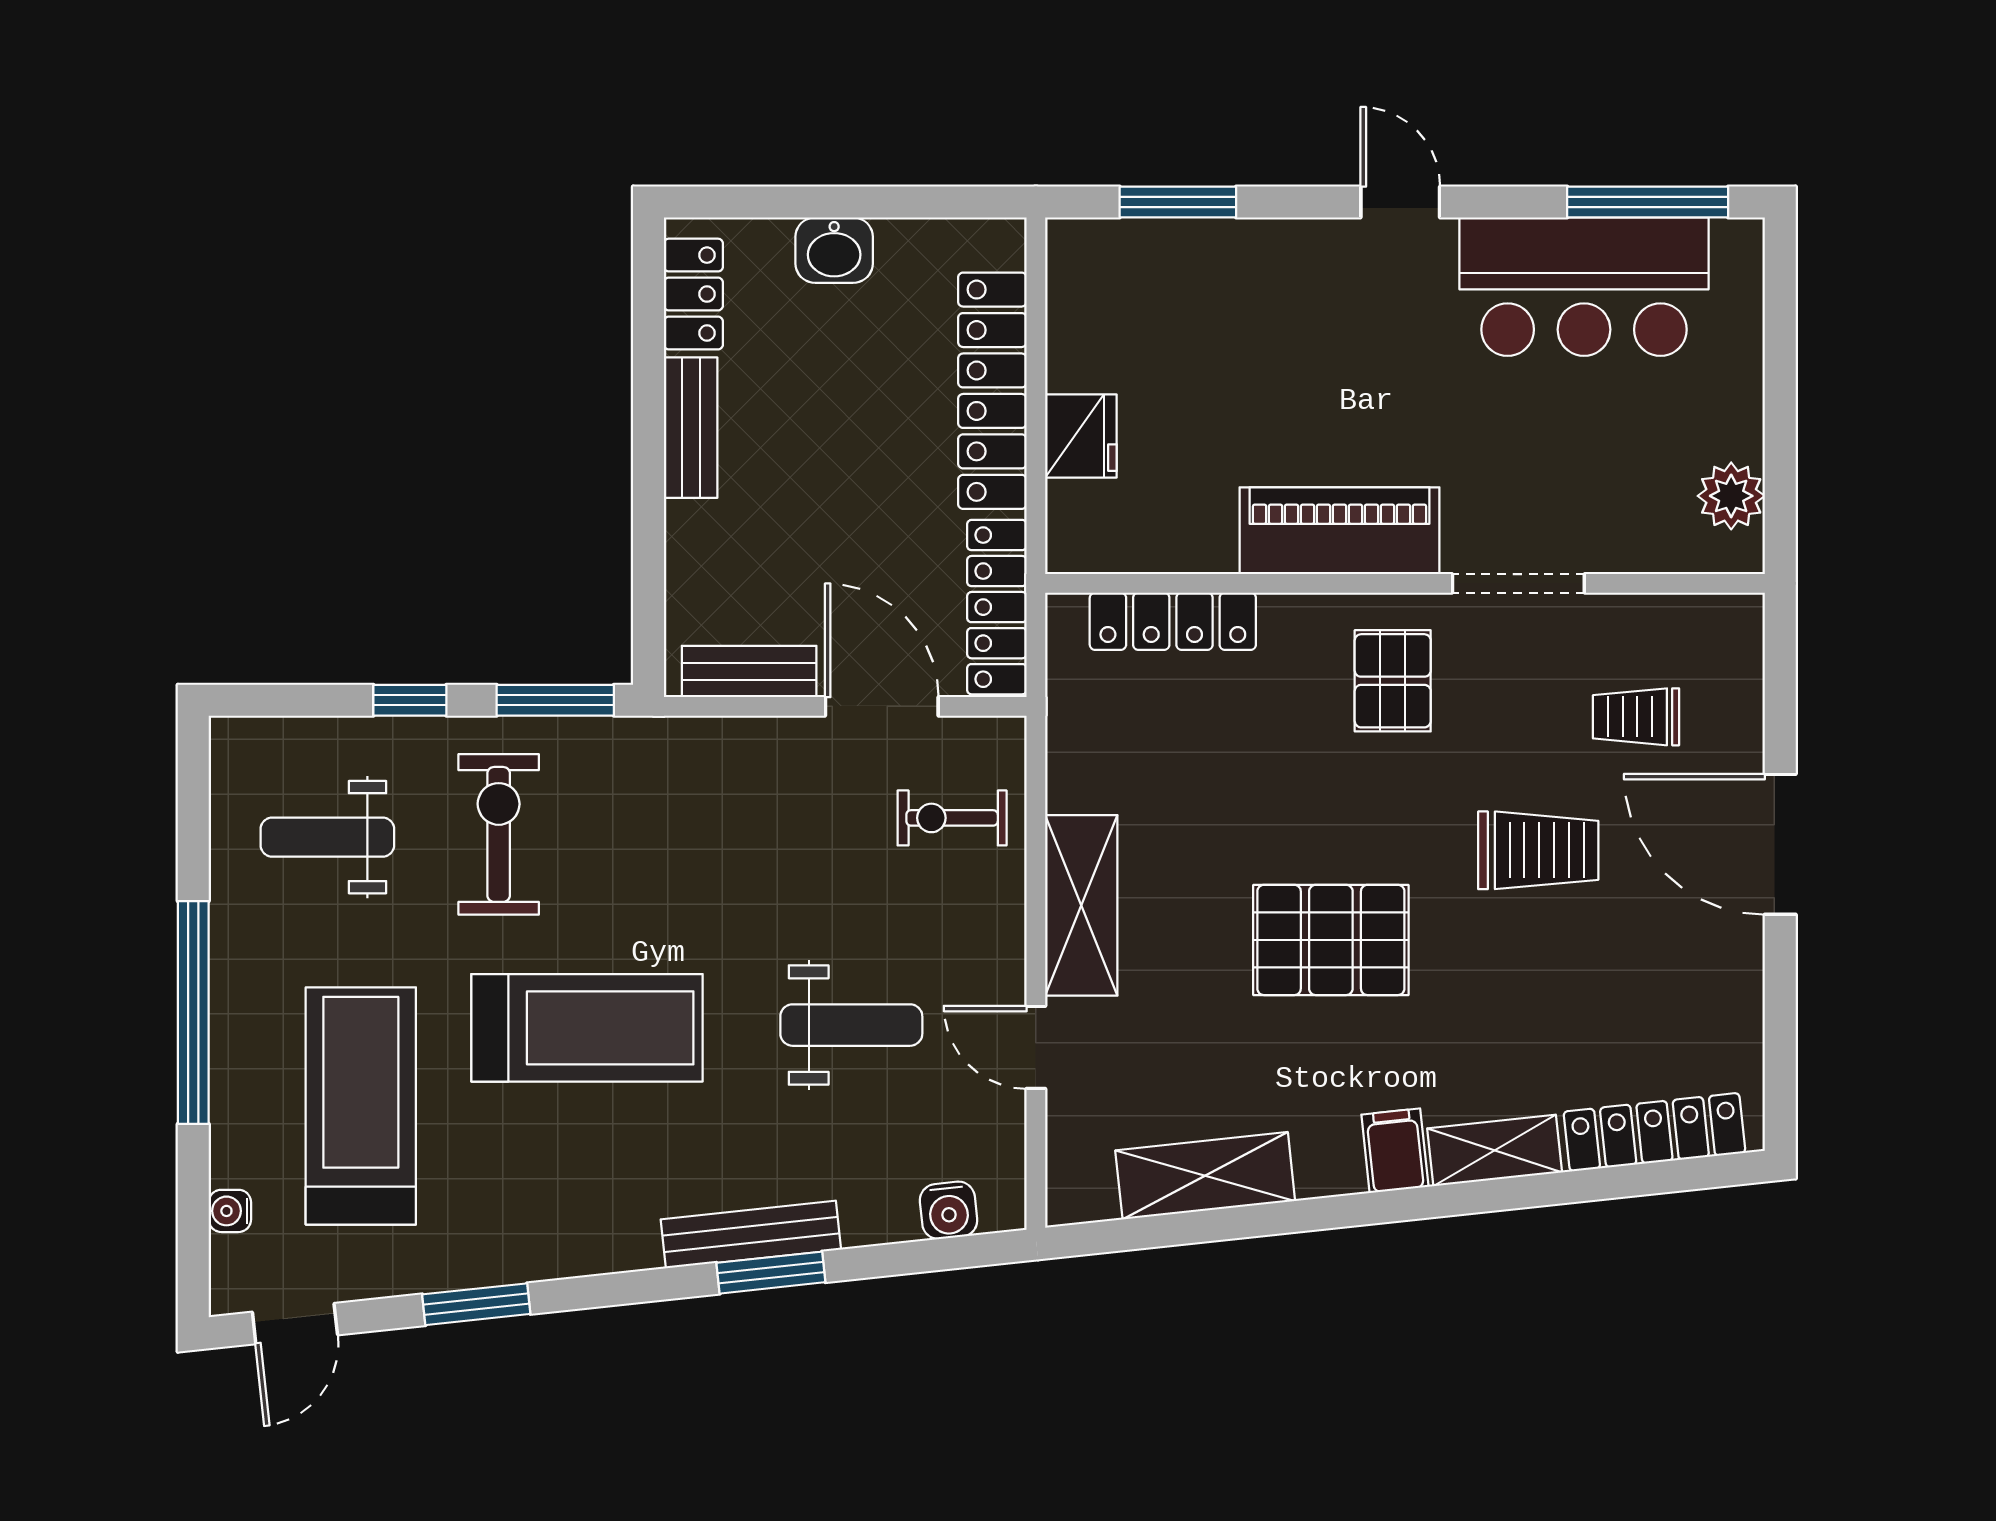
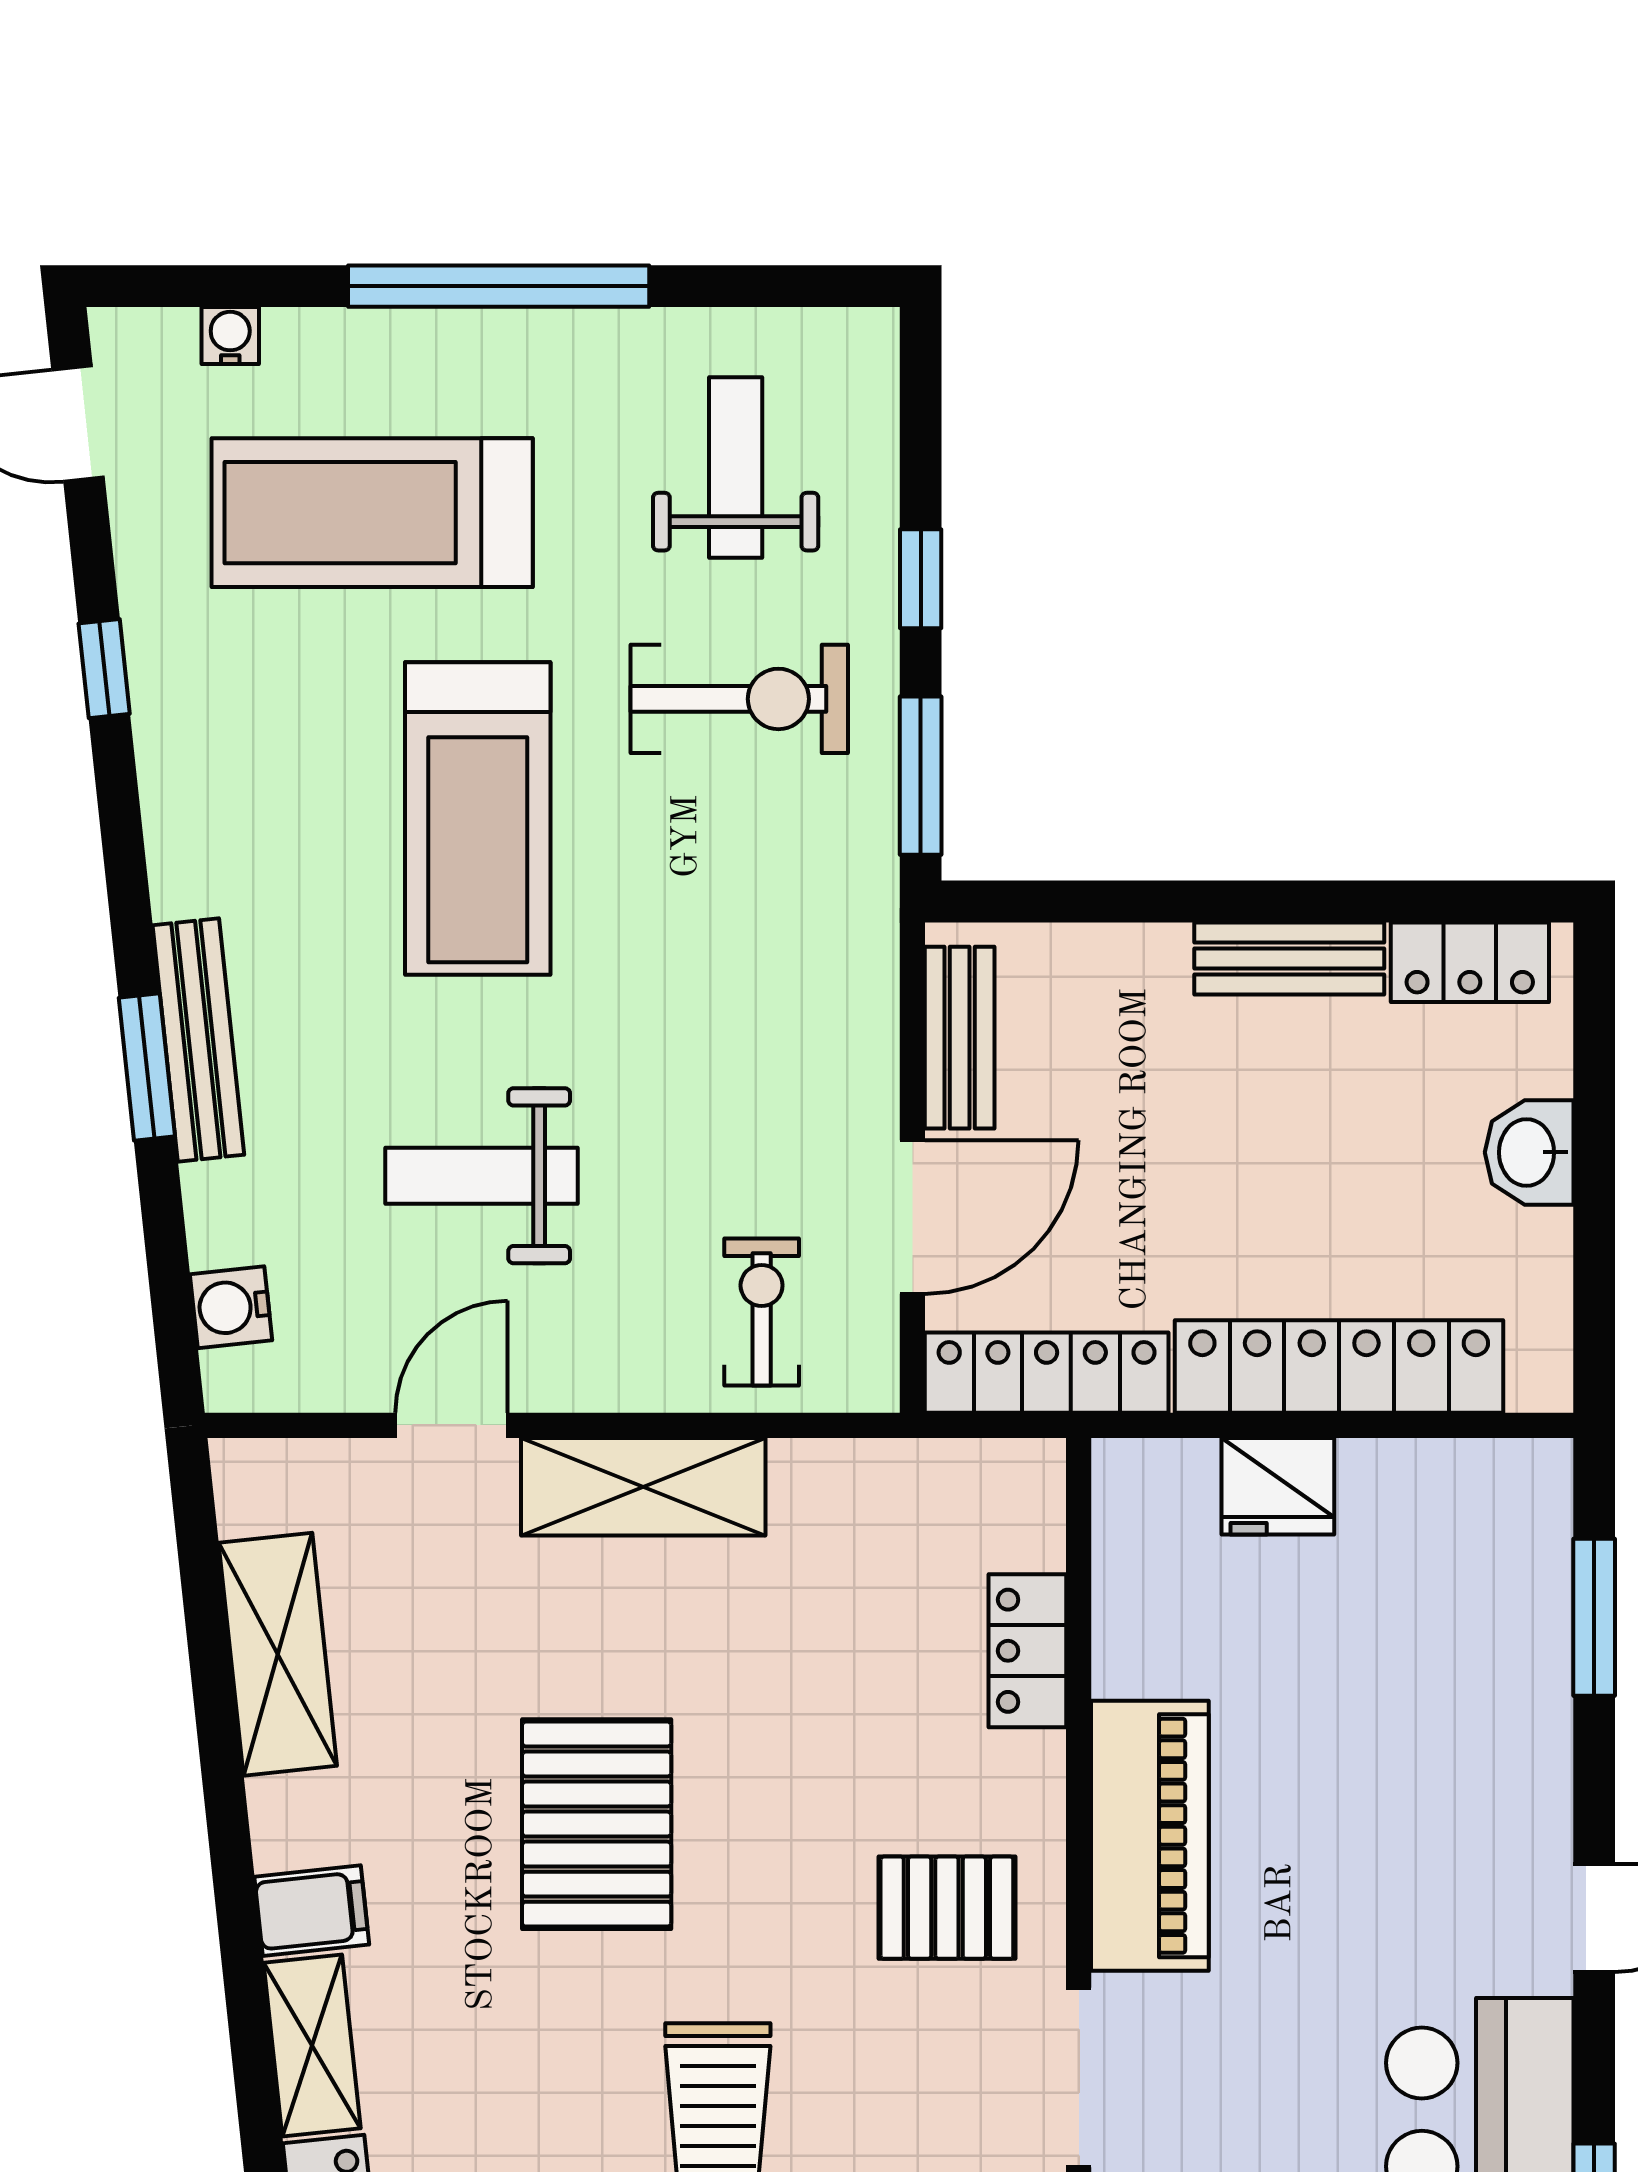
locker: (1173, 621) -> (1027, 1651), width x0.66
weight bench: (851, 1025) -> (482, 1176), turned 90
treadmill: (361, 1106) -> (372, 513), turned 180
window: (476, 1304) -> (104, 669), width x0.67

